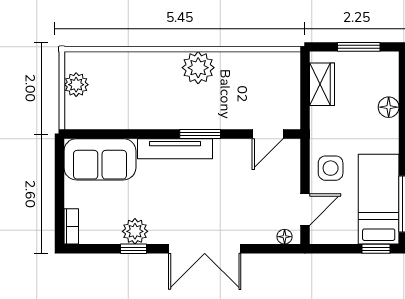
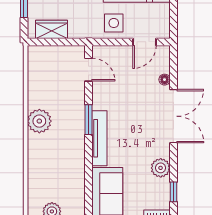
door: (305, 210) -> (145, 42), swing flipped
floor lamp: (285, 237) -> (165, 80), moved
window: (133, 249) -> (173, 192), moved

